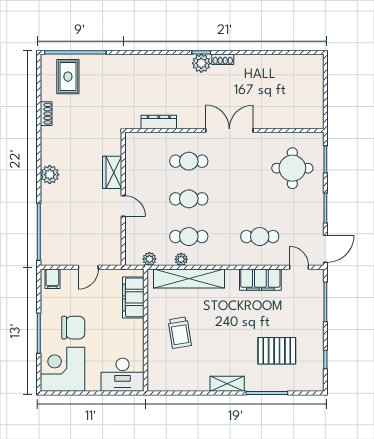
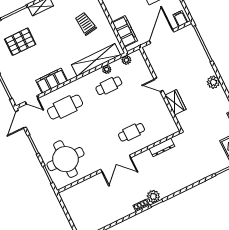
round table: (292, 168) -> (65, 159), width x1.36, depth x1.36
cafe table: (189, 199) -> (120, 109), removed
cafe table: (260, 237) -> (65, 107), width x1.37, depth x1.35
door: (88, 267) -> (162, 36), width x1.88

